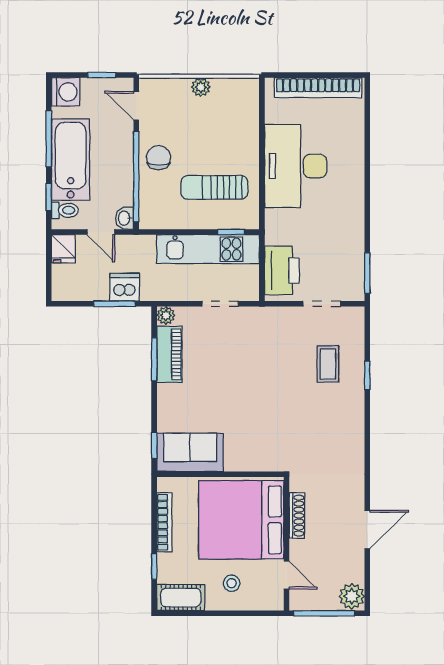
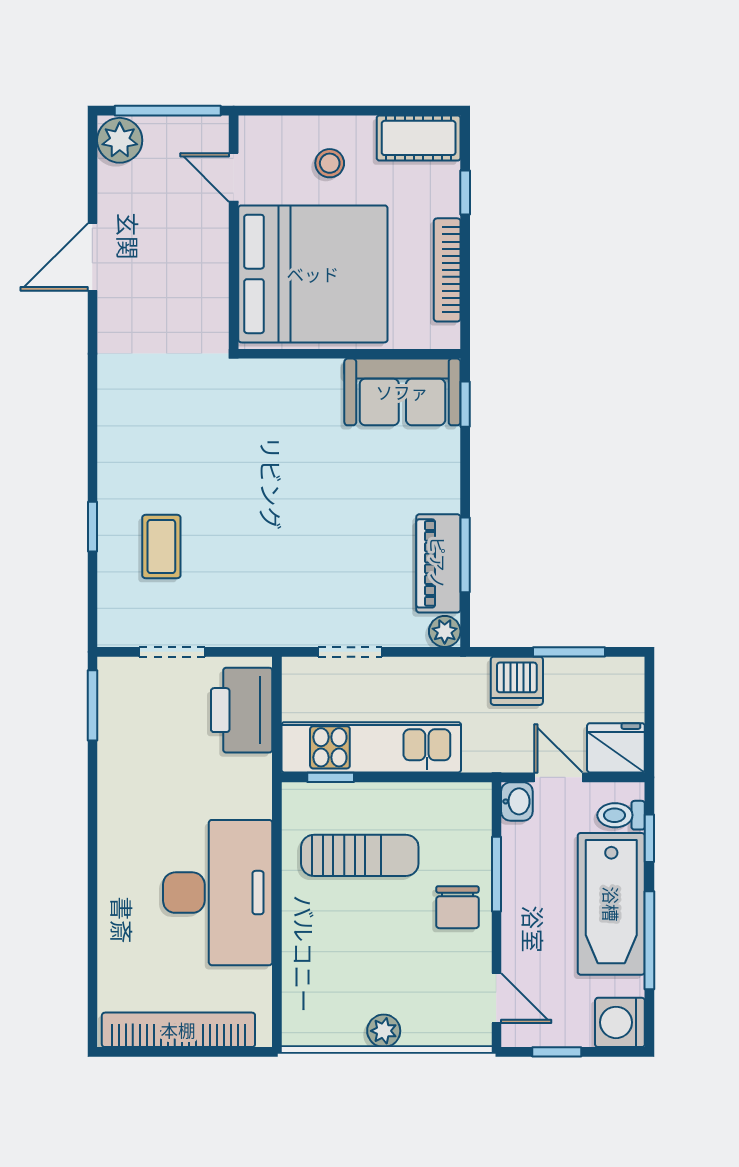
window: (136, 177) -> (496, 874), width x0.47
fridge: (63, 249) -> (616, 748), width x1.38
window: (114, 304) -> (569, 652), moved
shoe rack: (297, 516) -> (215, 281), removed

